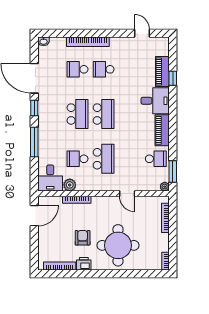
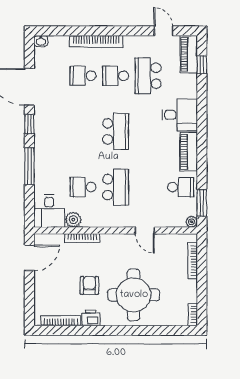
piano: (162, 72) -> (189, 54), moved
window: (173, 78) -> (202, 65), moved
school desk: (78, 114) -> (148, 76), moved, turned 180

